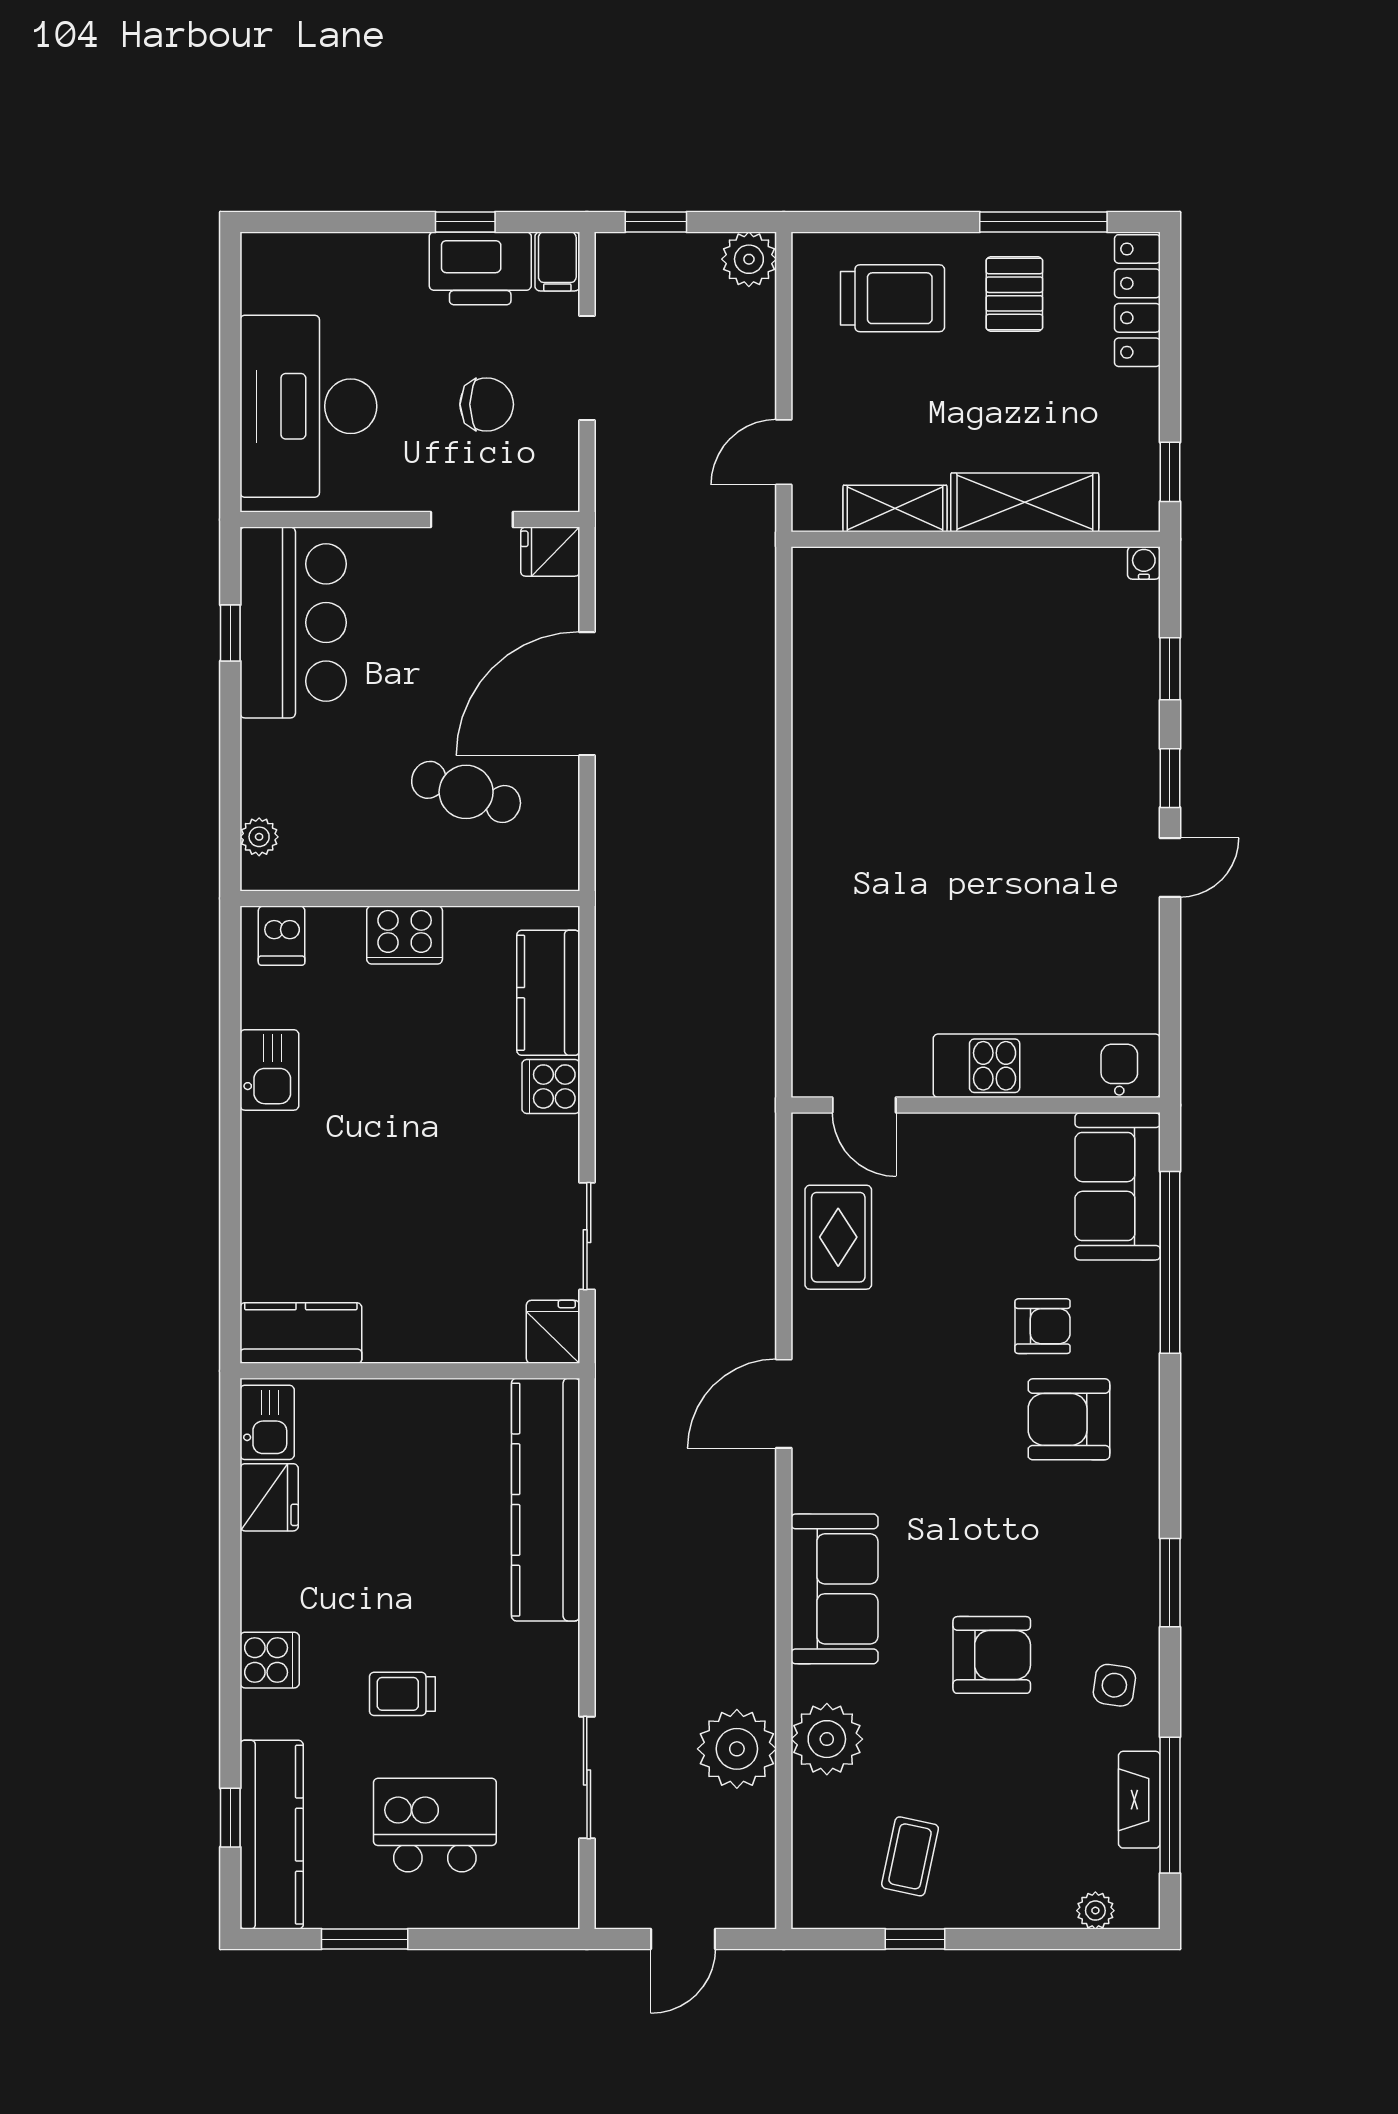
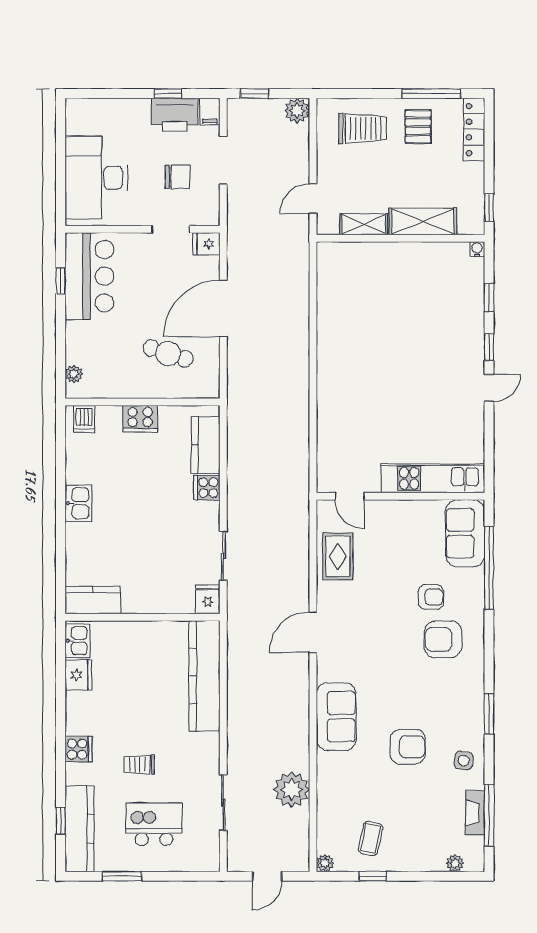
kitchen sink: (269, 1070) -> (79, 503), moved
plant: (827, 1739) -> (325, 863), moved, width x0.53, depth x0.53

